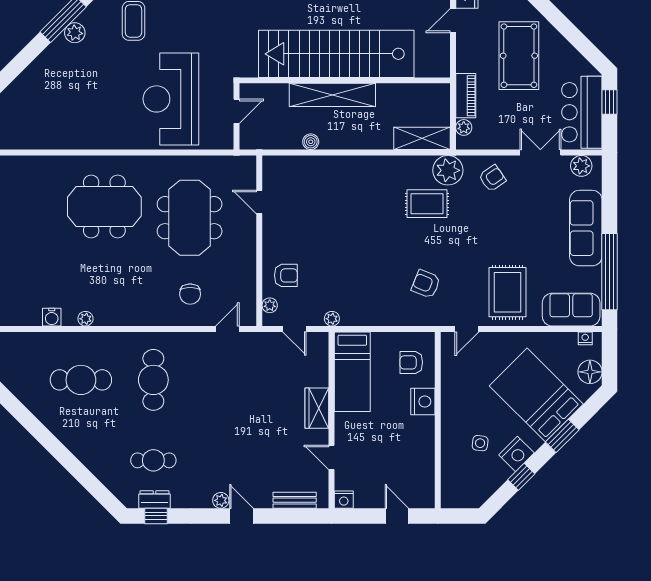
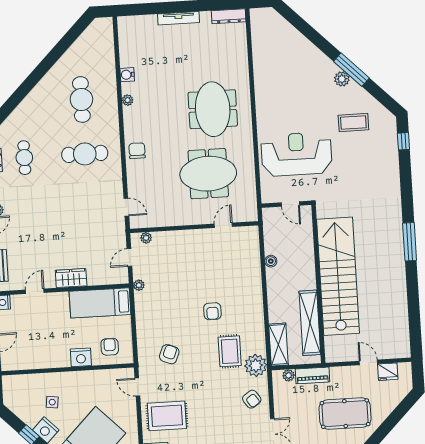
shelving: (332, 95) -> (310, 323), moved
armchair: (286, 275) -> (212, 311), moved
chair: (190, 294) -> (137, 151), moved, turned 90

